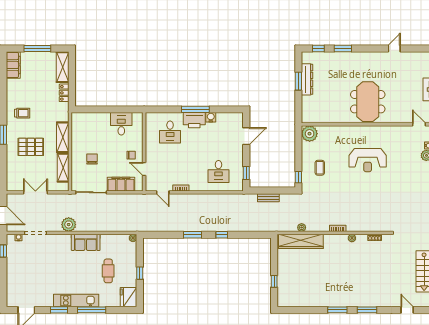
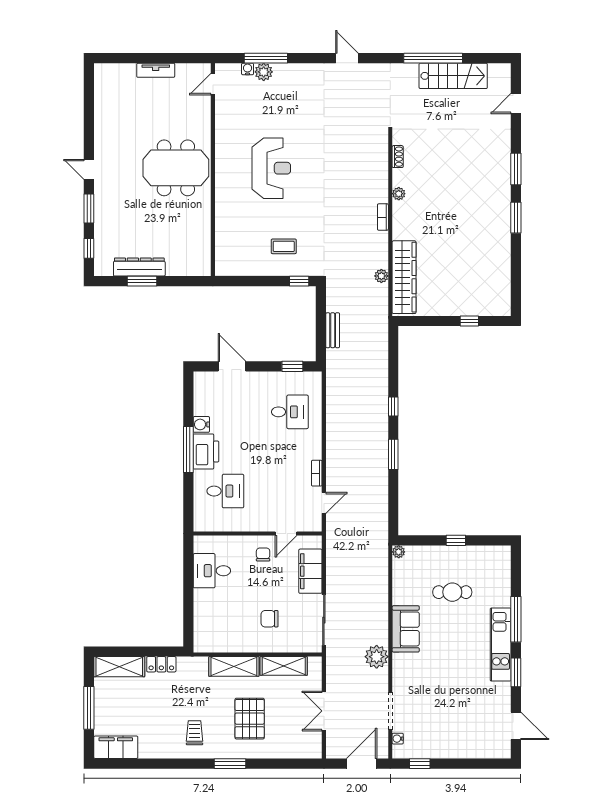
door: (394, 49) -> (89, 169), moved
plant: (310, 134) -> (228, 263), removed
fridge: (129, 297) -> (495, 559), removed

